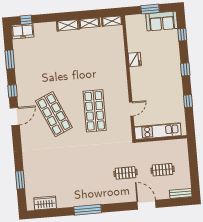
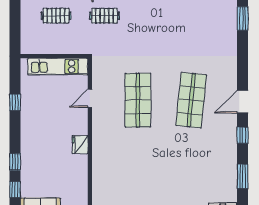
fridge: (135, 60) -> (80, 145), moved
window: (185, 69) -> (15, 162), moved
shop shelf: (54, 114) -> (191, 100), turned 30

